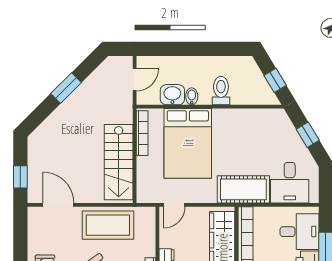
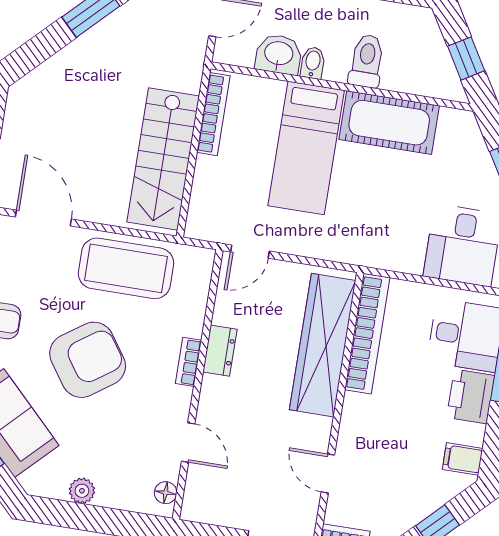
bed: (188, 143) -> (306, 148), width x0.67
cot: (243, 189) -> (389, 123), moved

